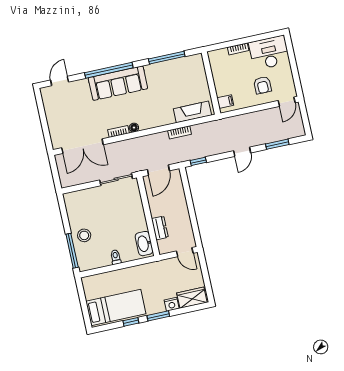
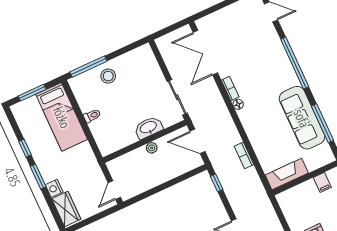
sofa: (118, 83) -> (302, 118), moved
filing cabinet: (225, 102) -> (322, 182), moved
fireplace: (192, 112) -> (287, 174), moved, turned -90
plant: (155, 211) -> (152, 148), added
dresser: (160, 228) -> (135, 157), removed
washbasin: (144, 244) -> (148, 128), moved
window: (84, 305) -> (32, 93), added
bed: (116, 307) -> (62, 117), moved

